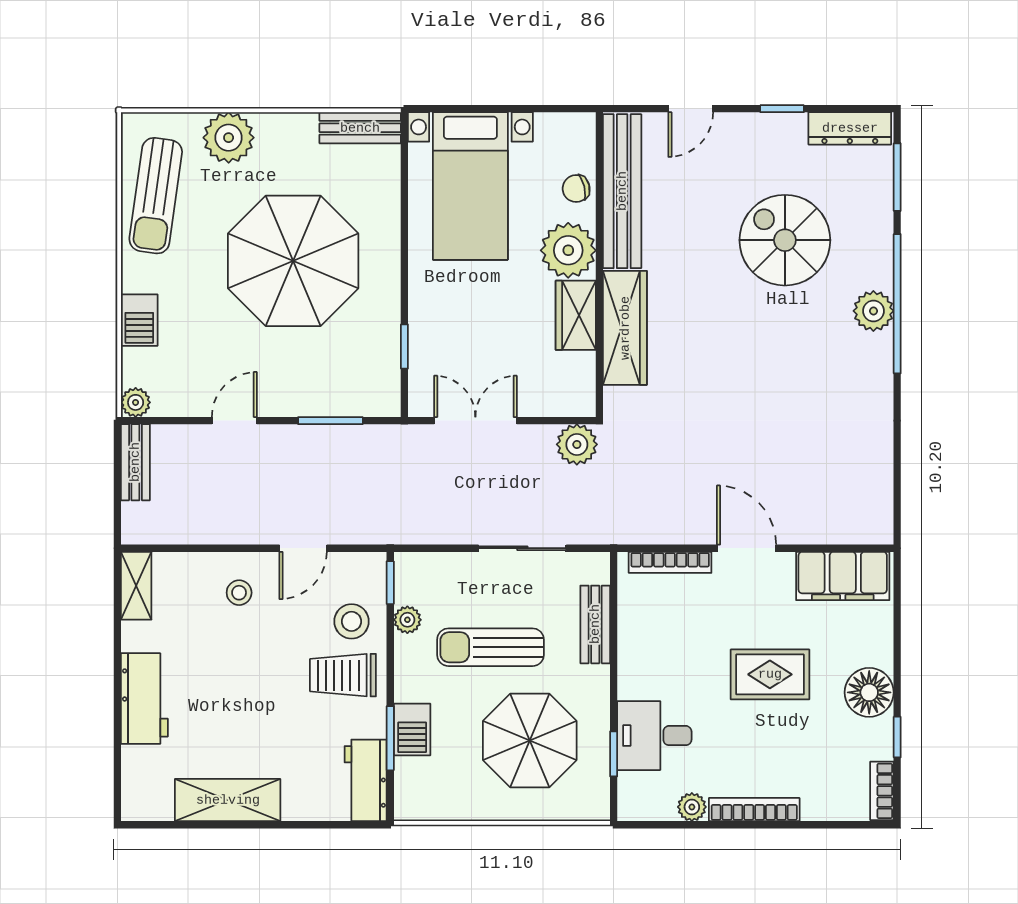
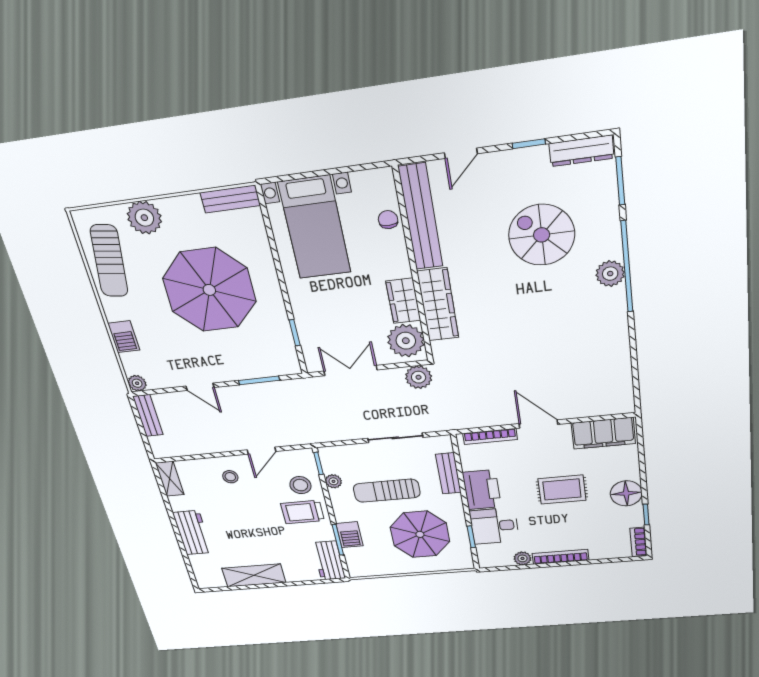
chair: (576, 189) -> (388, 220), turned 104
plant: (568, 250) -> (406, 341), moved
door: (234, 421) -> (200, 387), swing flipped
printer: (644, 661) -> (482, 490), added

